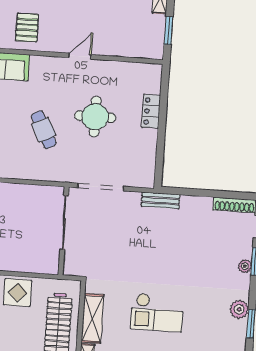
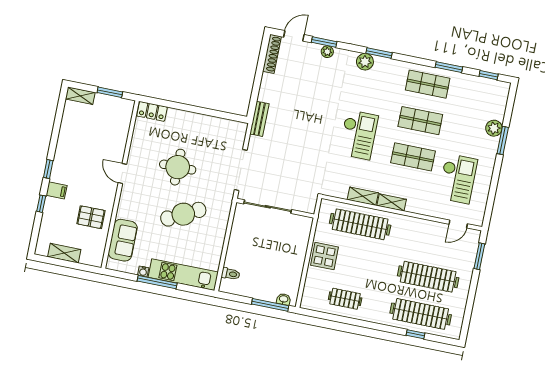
locker: (151, 111) -> (152, 111), moved
cafe table: (44, 130) -> (183, 214), width x1.37, depth x1.35
shelving: (92, 318) -> (363, 196), width x0.67, depth x0.75

